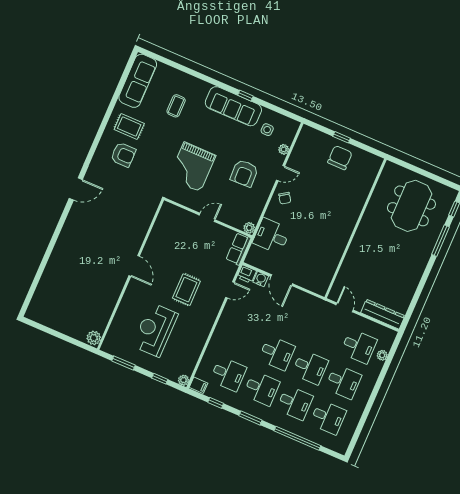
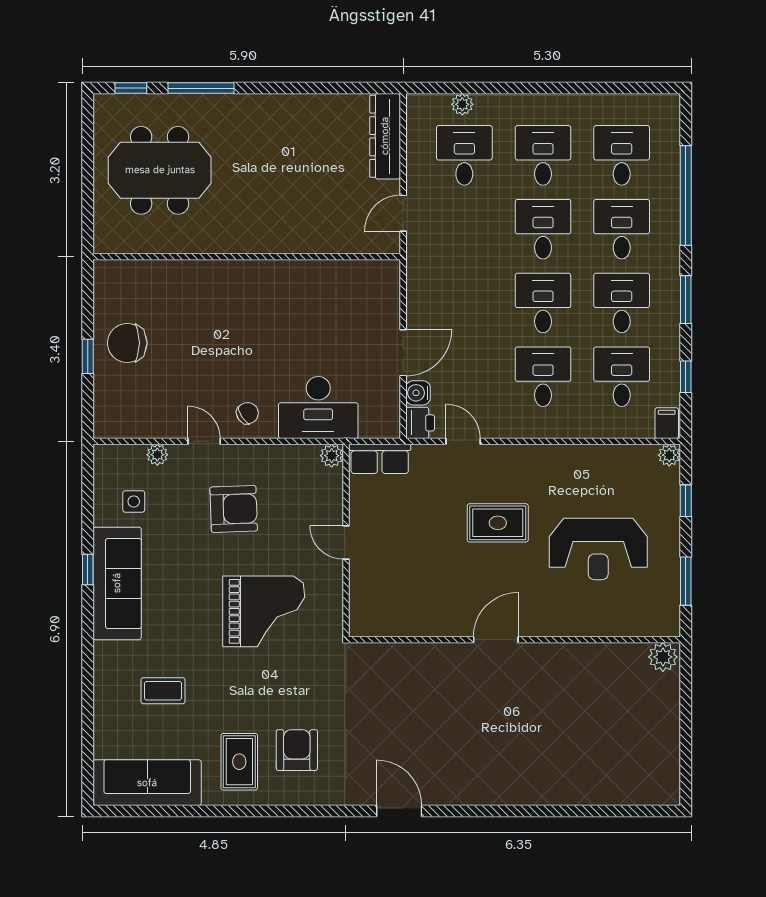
desk: (271, 236) -> (318, 408), width x1.37
desk: (244, 339) -> (543, 377), added

